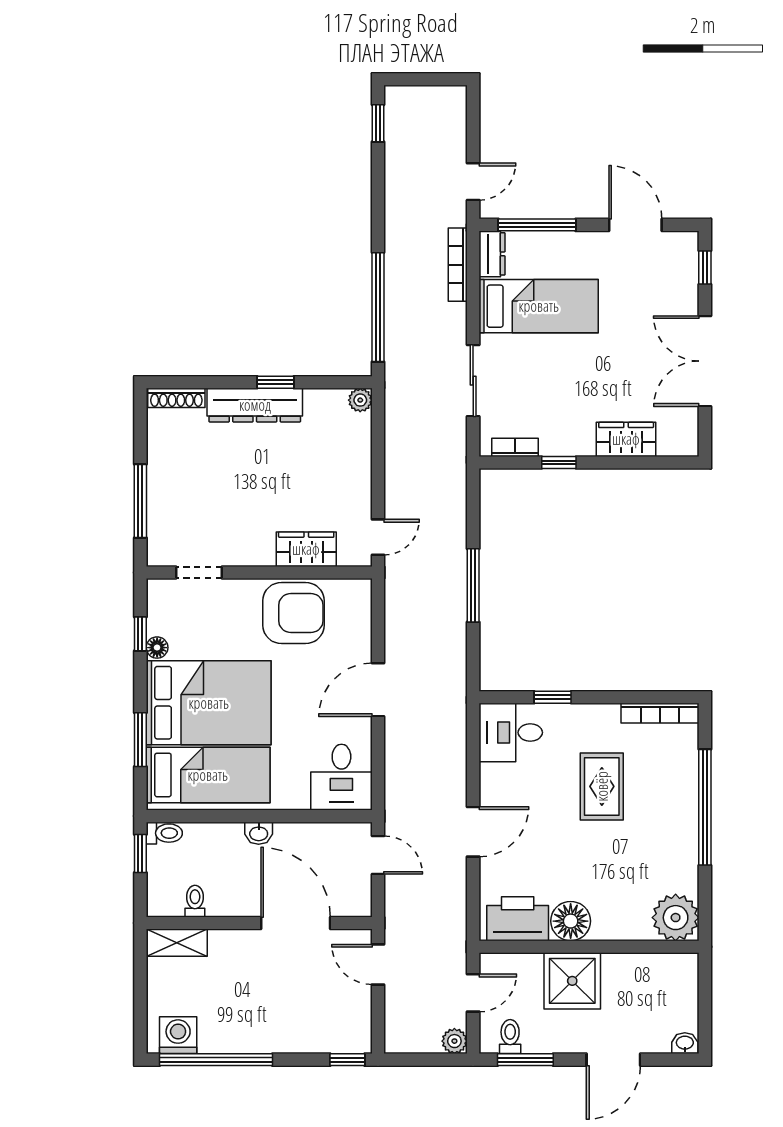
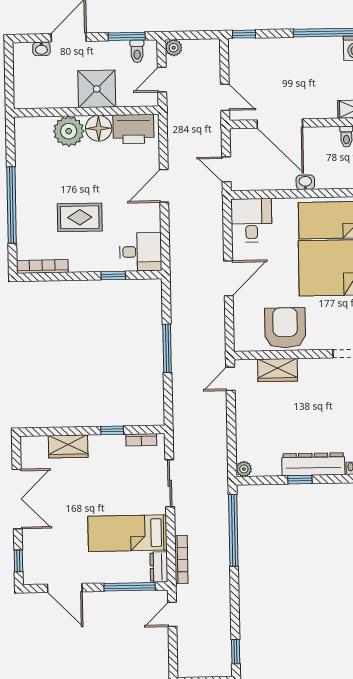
armchair: (294, 613) -> (285, 328), turned 90
rug: (602, 786) -> (80, 217), turned 90
plant: (676, 918) -> (69, 131), moved
washbasin: (685, 1043) -> (41, 49), moved

